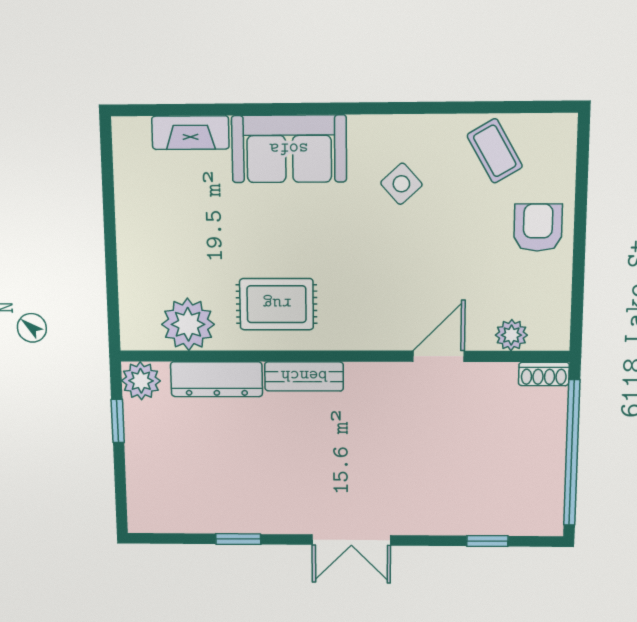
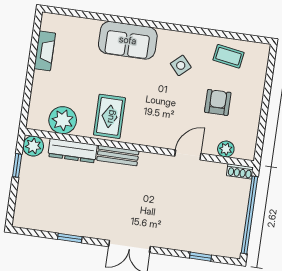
fireplace: (190, 133) -> (45, 51), moved, turned -90
coffee table: (495, 151) -> (229, 56), turned -51
armchair: (538, 228) -> (218, 102), moved
rug: (277, 304) -> (110, 116), turned 90

